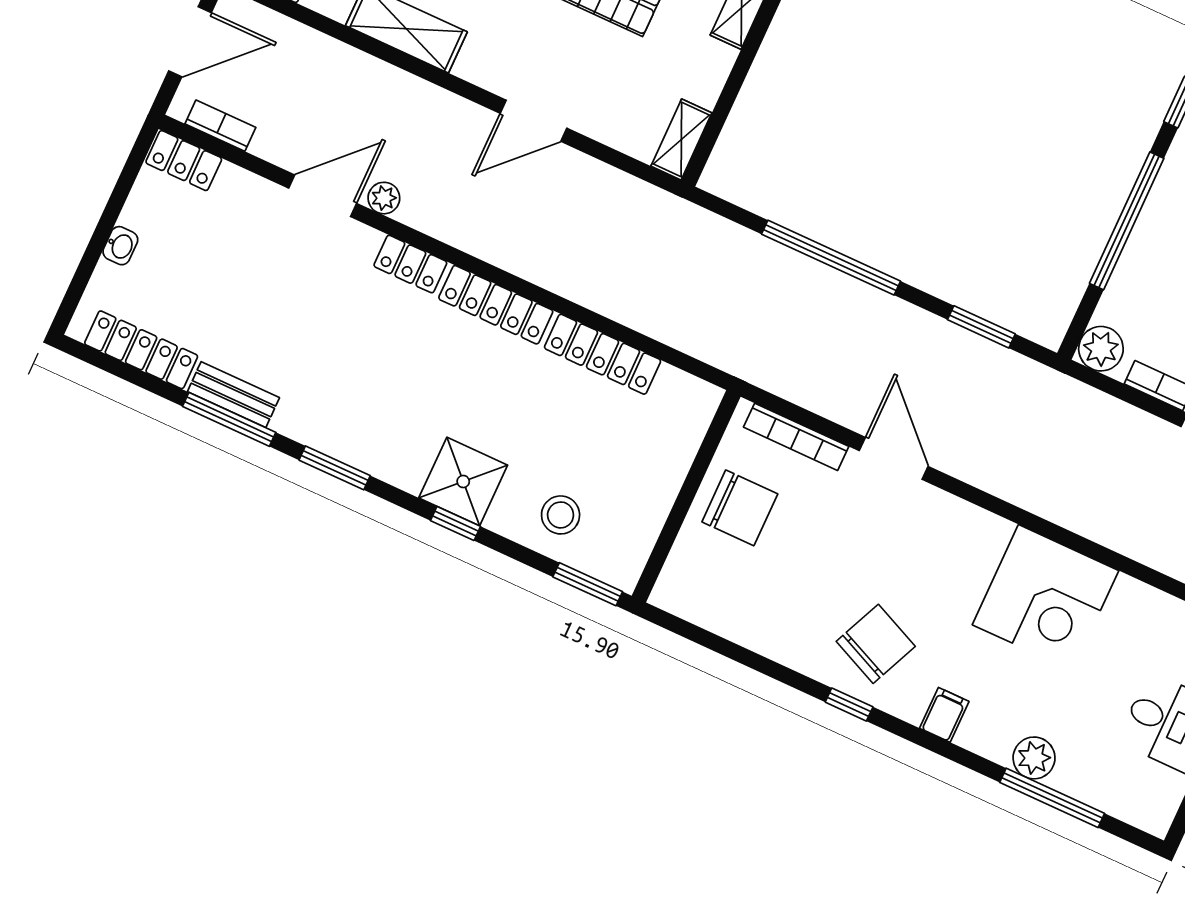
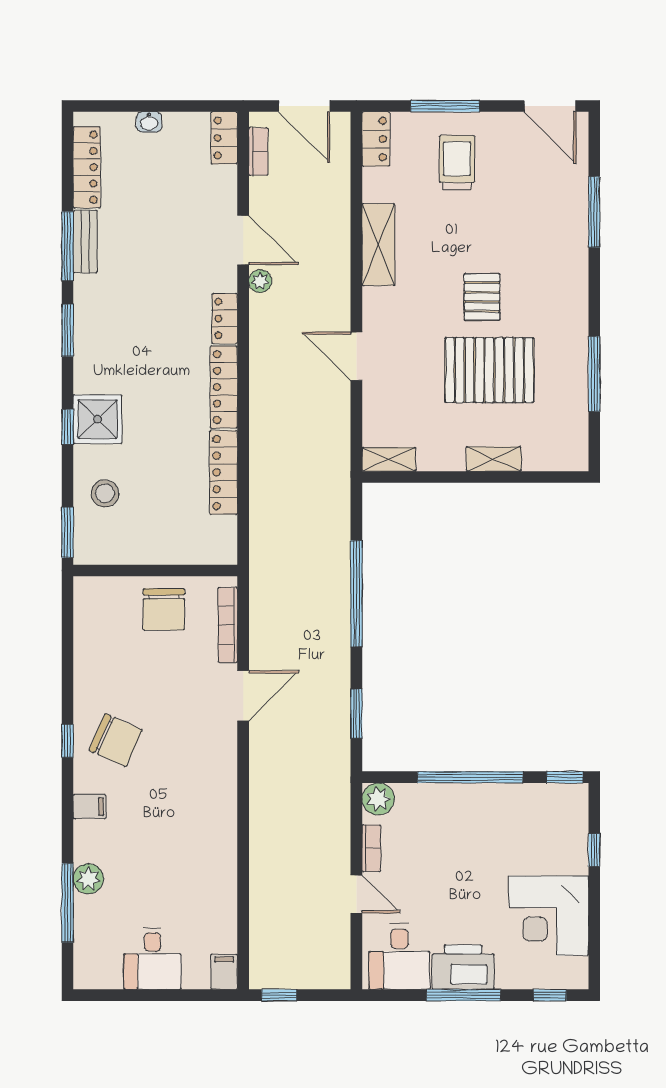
corner desk: (1046, 598) -> (197, 838), removed

